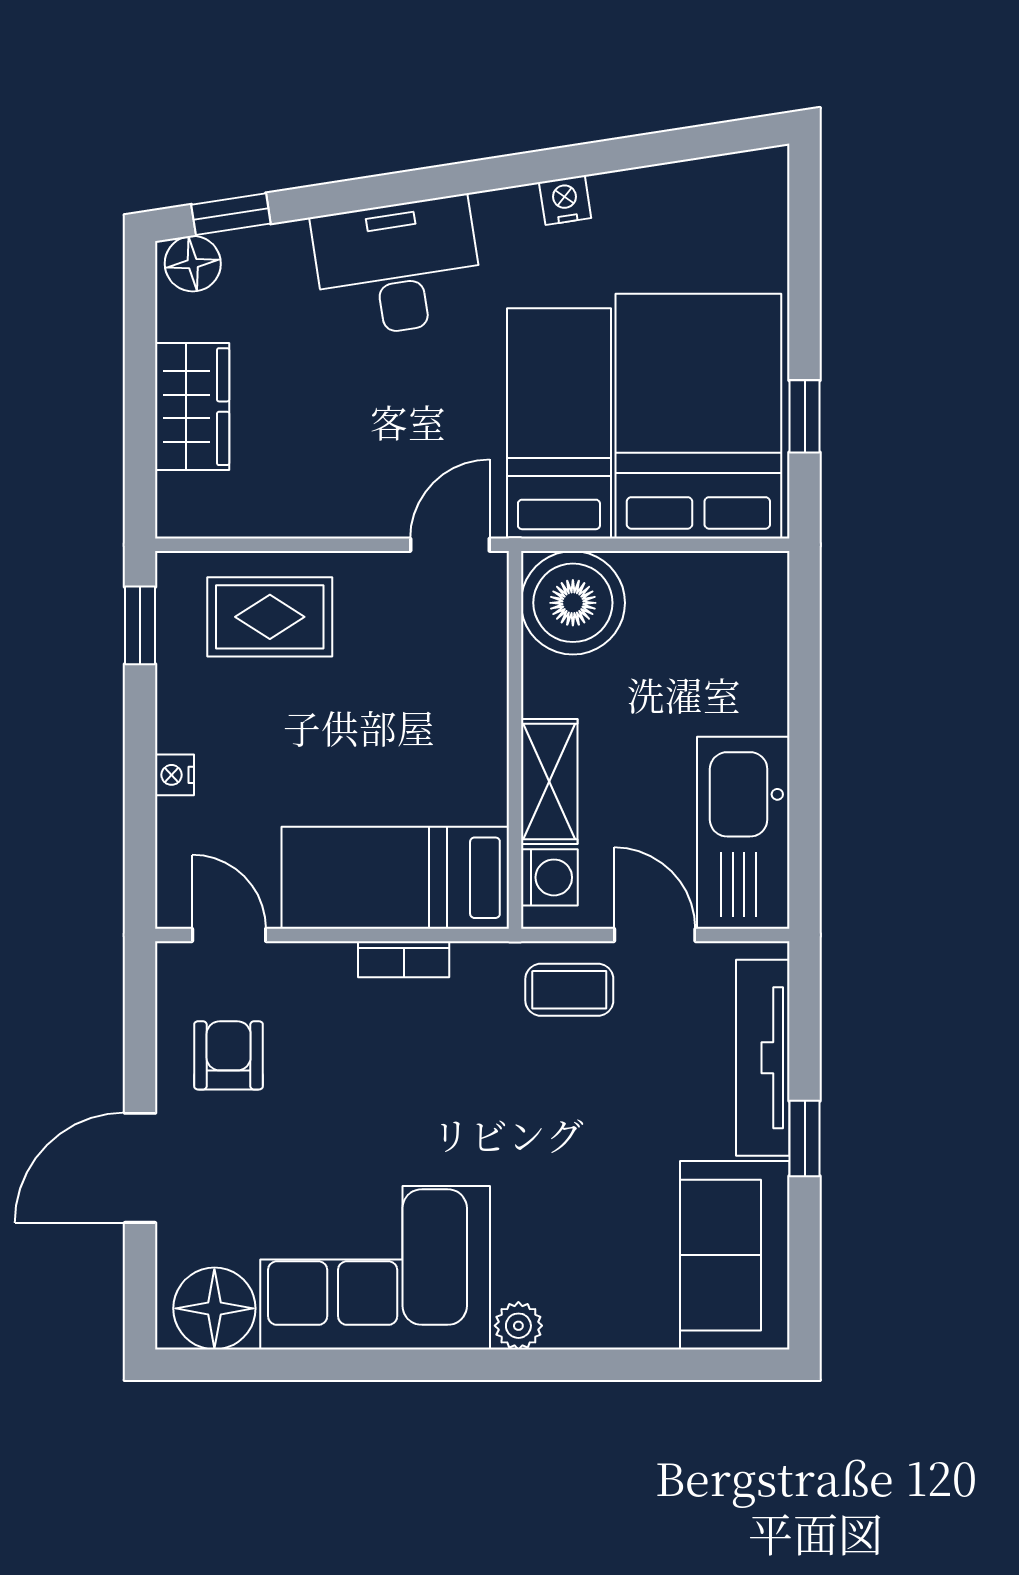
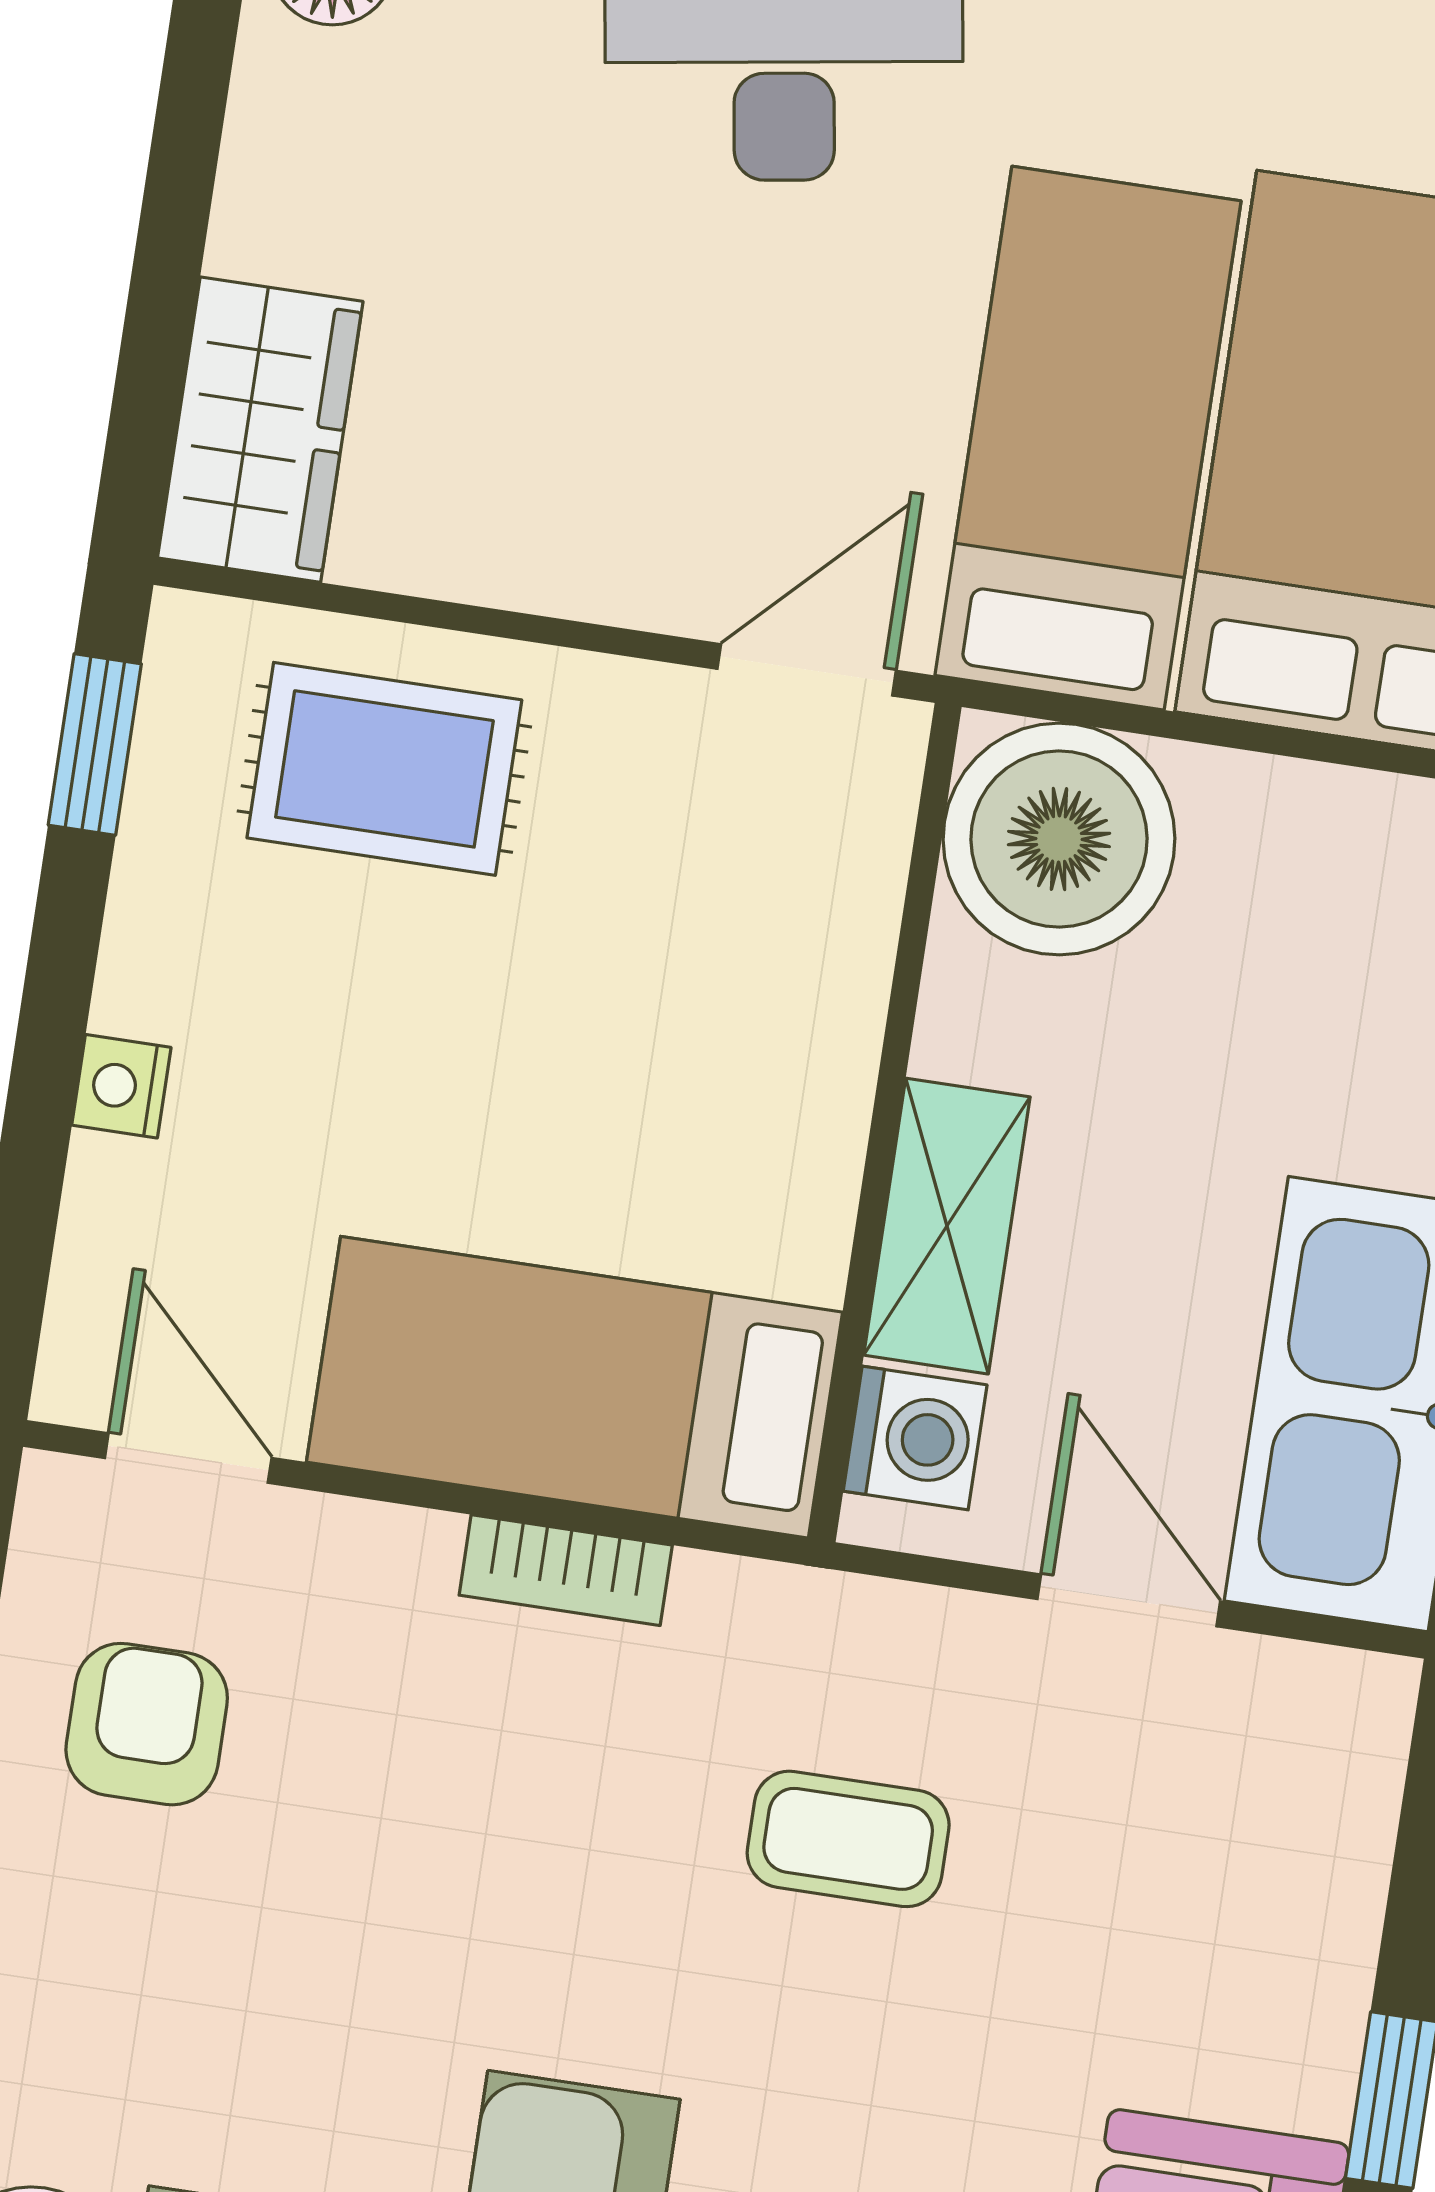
wardrobe: (192, 407) -> (260, 430), moved
coffee table: (569, 990) -> (848, 1839), moved
tv unit: (763, 1058) -> (1326, 1908), removed

